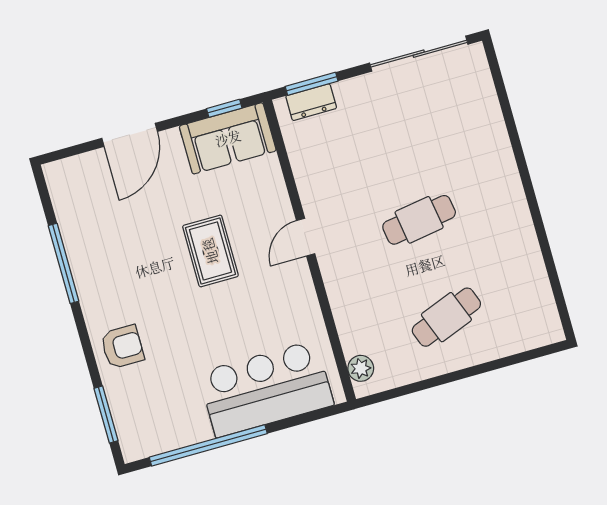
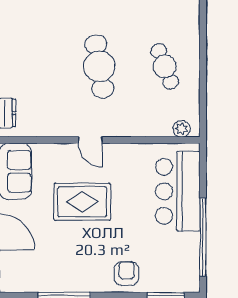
cafe table: (419, 220) -> (99, 66), width x1.37, depth x1.35
rug: (210, 251) -> (82, 202), width x1.36, depth x1.43

